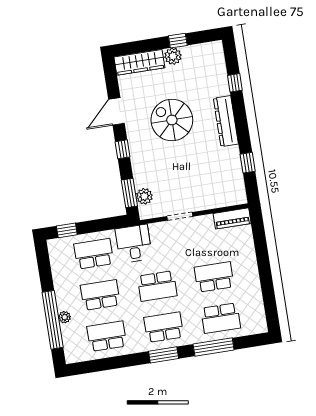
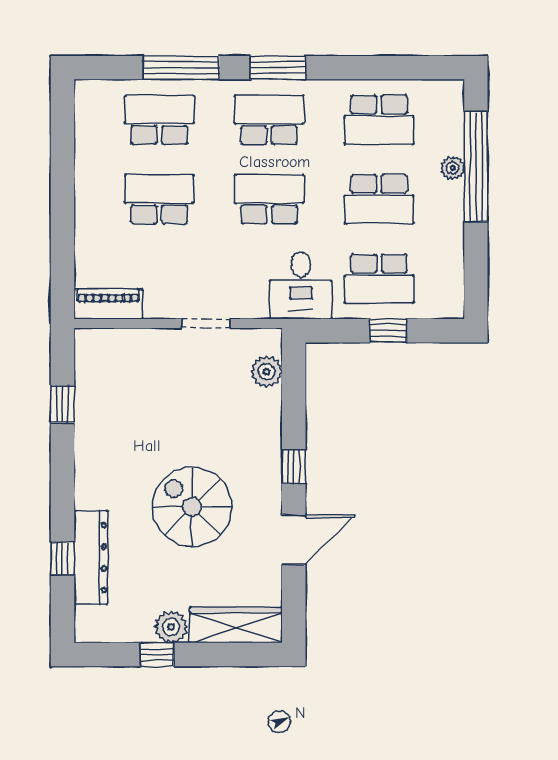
spiral stairs: (172, 120) -> (192, 507), turned 180
dresser: (226, 121) -> (91, 558), moved
window: (129, 193) -> (294, 382), removed
window: (67, 230) -> (388, 331), moved
school desk: (214, 277) -> (159, 199), turned 180
school desk: (164, 327) -> (269, 120), turned 180

